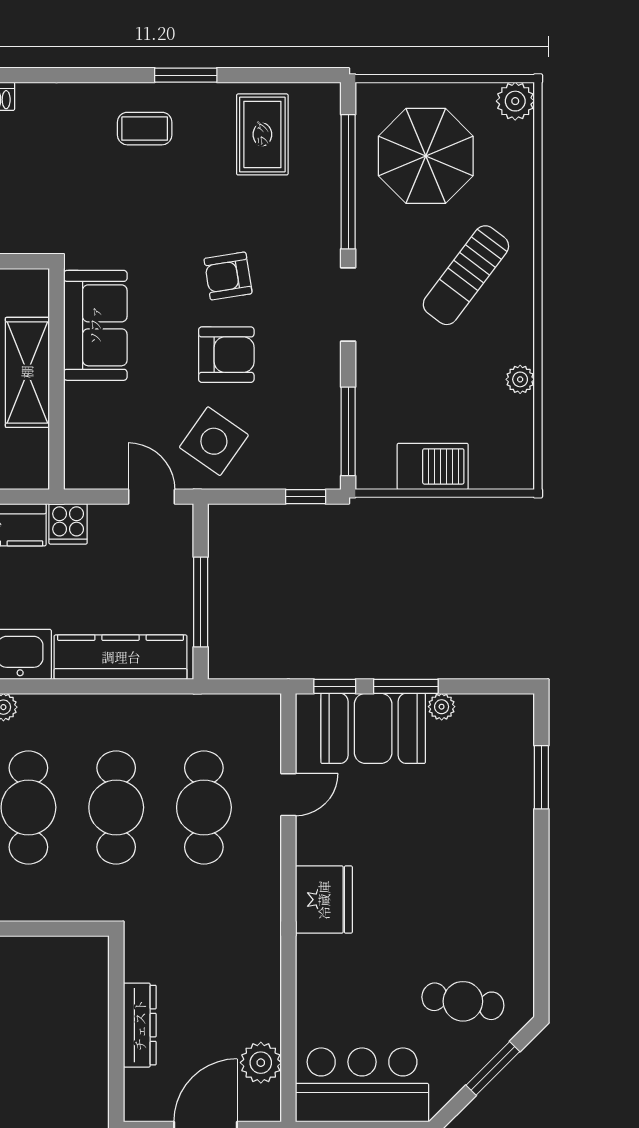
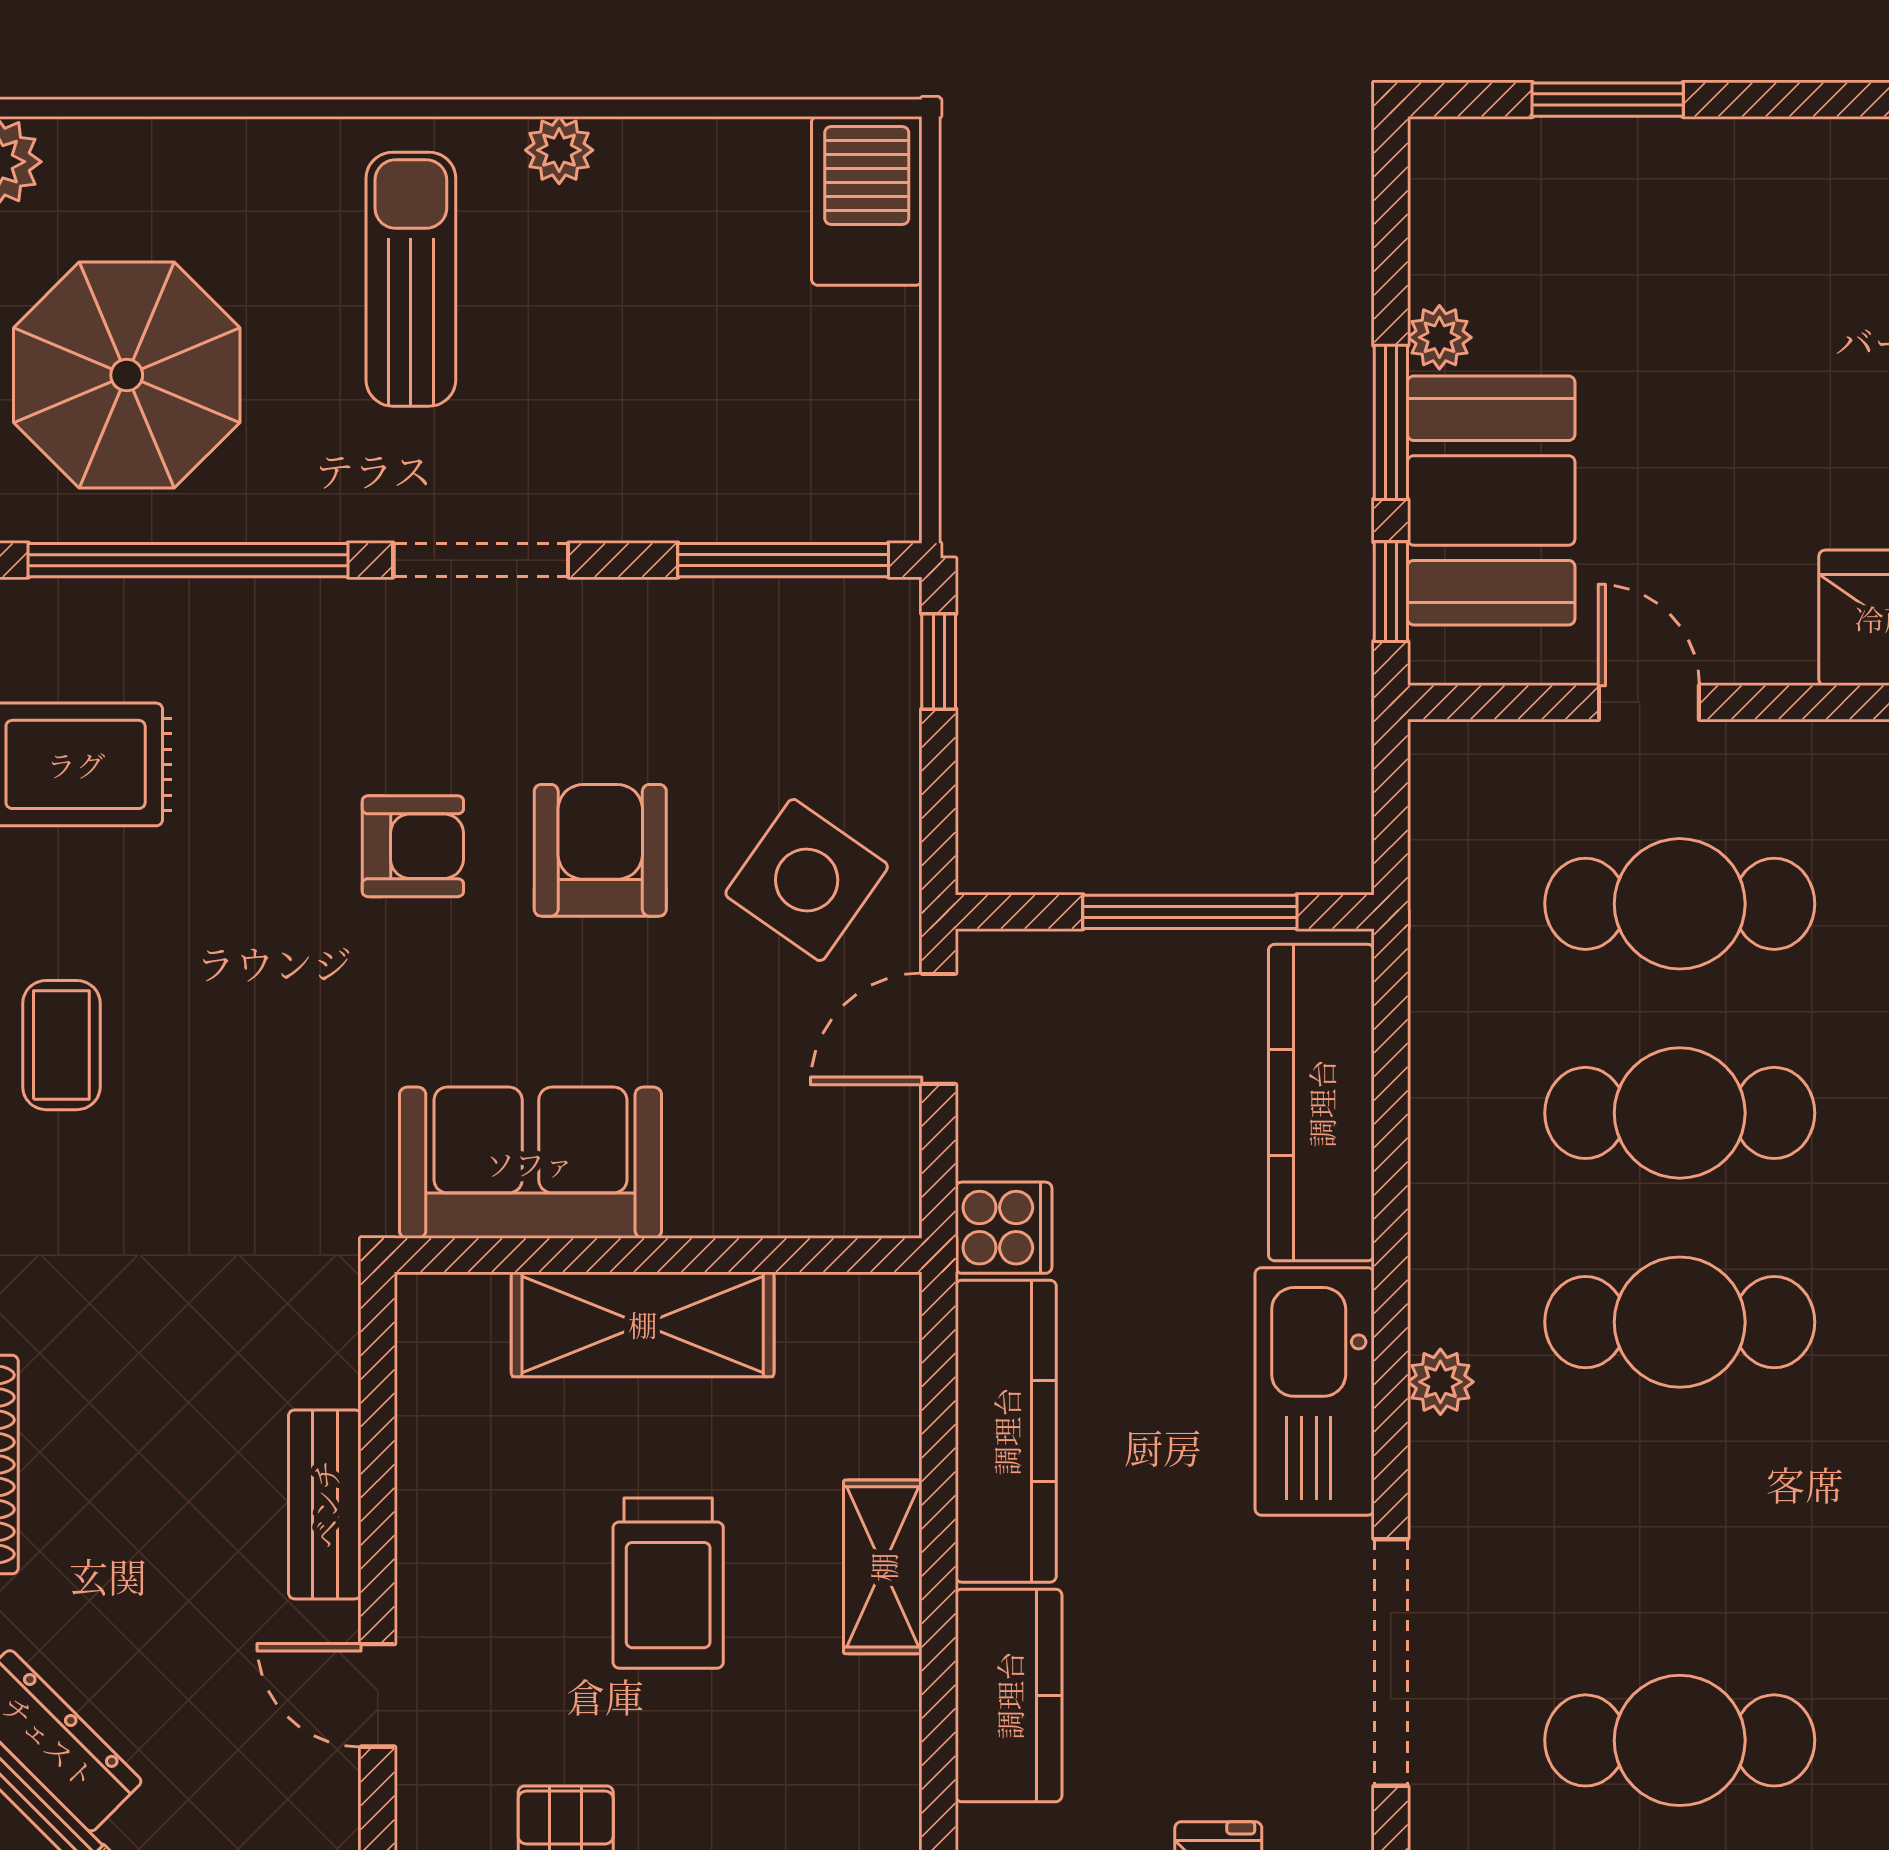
sun lounger: (466, 275) -> (411, 279), turned -127
armchair: (228, 276) -> (413, 846), turned -81
plant: (520, 379) -> (559, 150), moved
barbecue: (433, 466) -> (867, 201), moved

